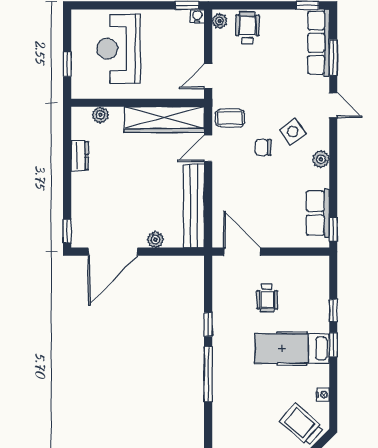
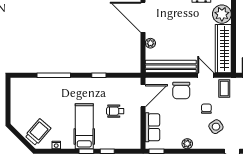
plant: (100, 115) -> (222, 14), width x1.88, depth x1.88
plant: (321, 159) -> (187, 144), moved
chair: (233, 189) -> (181, 90), added
row of seats: (318, 213) -> (152, 127), moved, turned 90
window: (208, 374) -> (54, 75), moved

